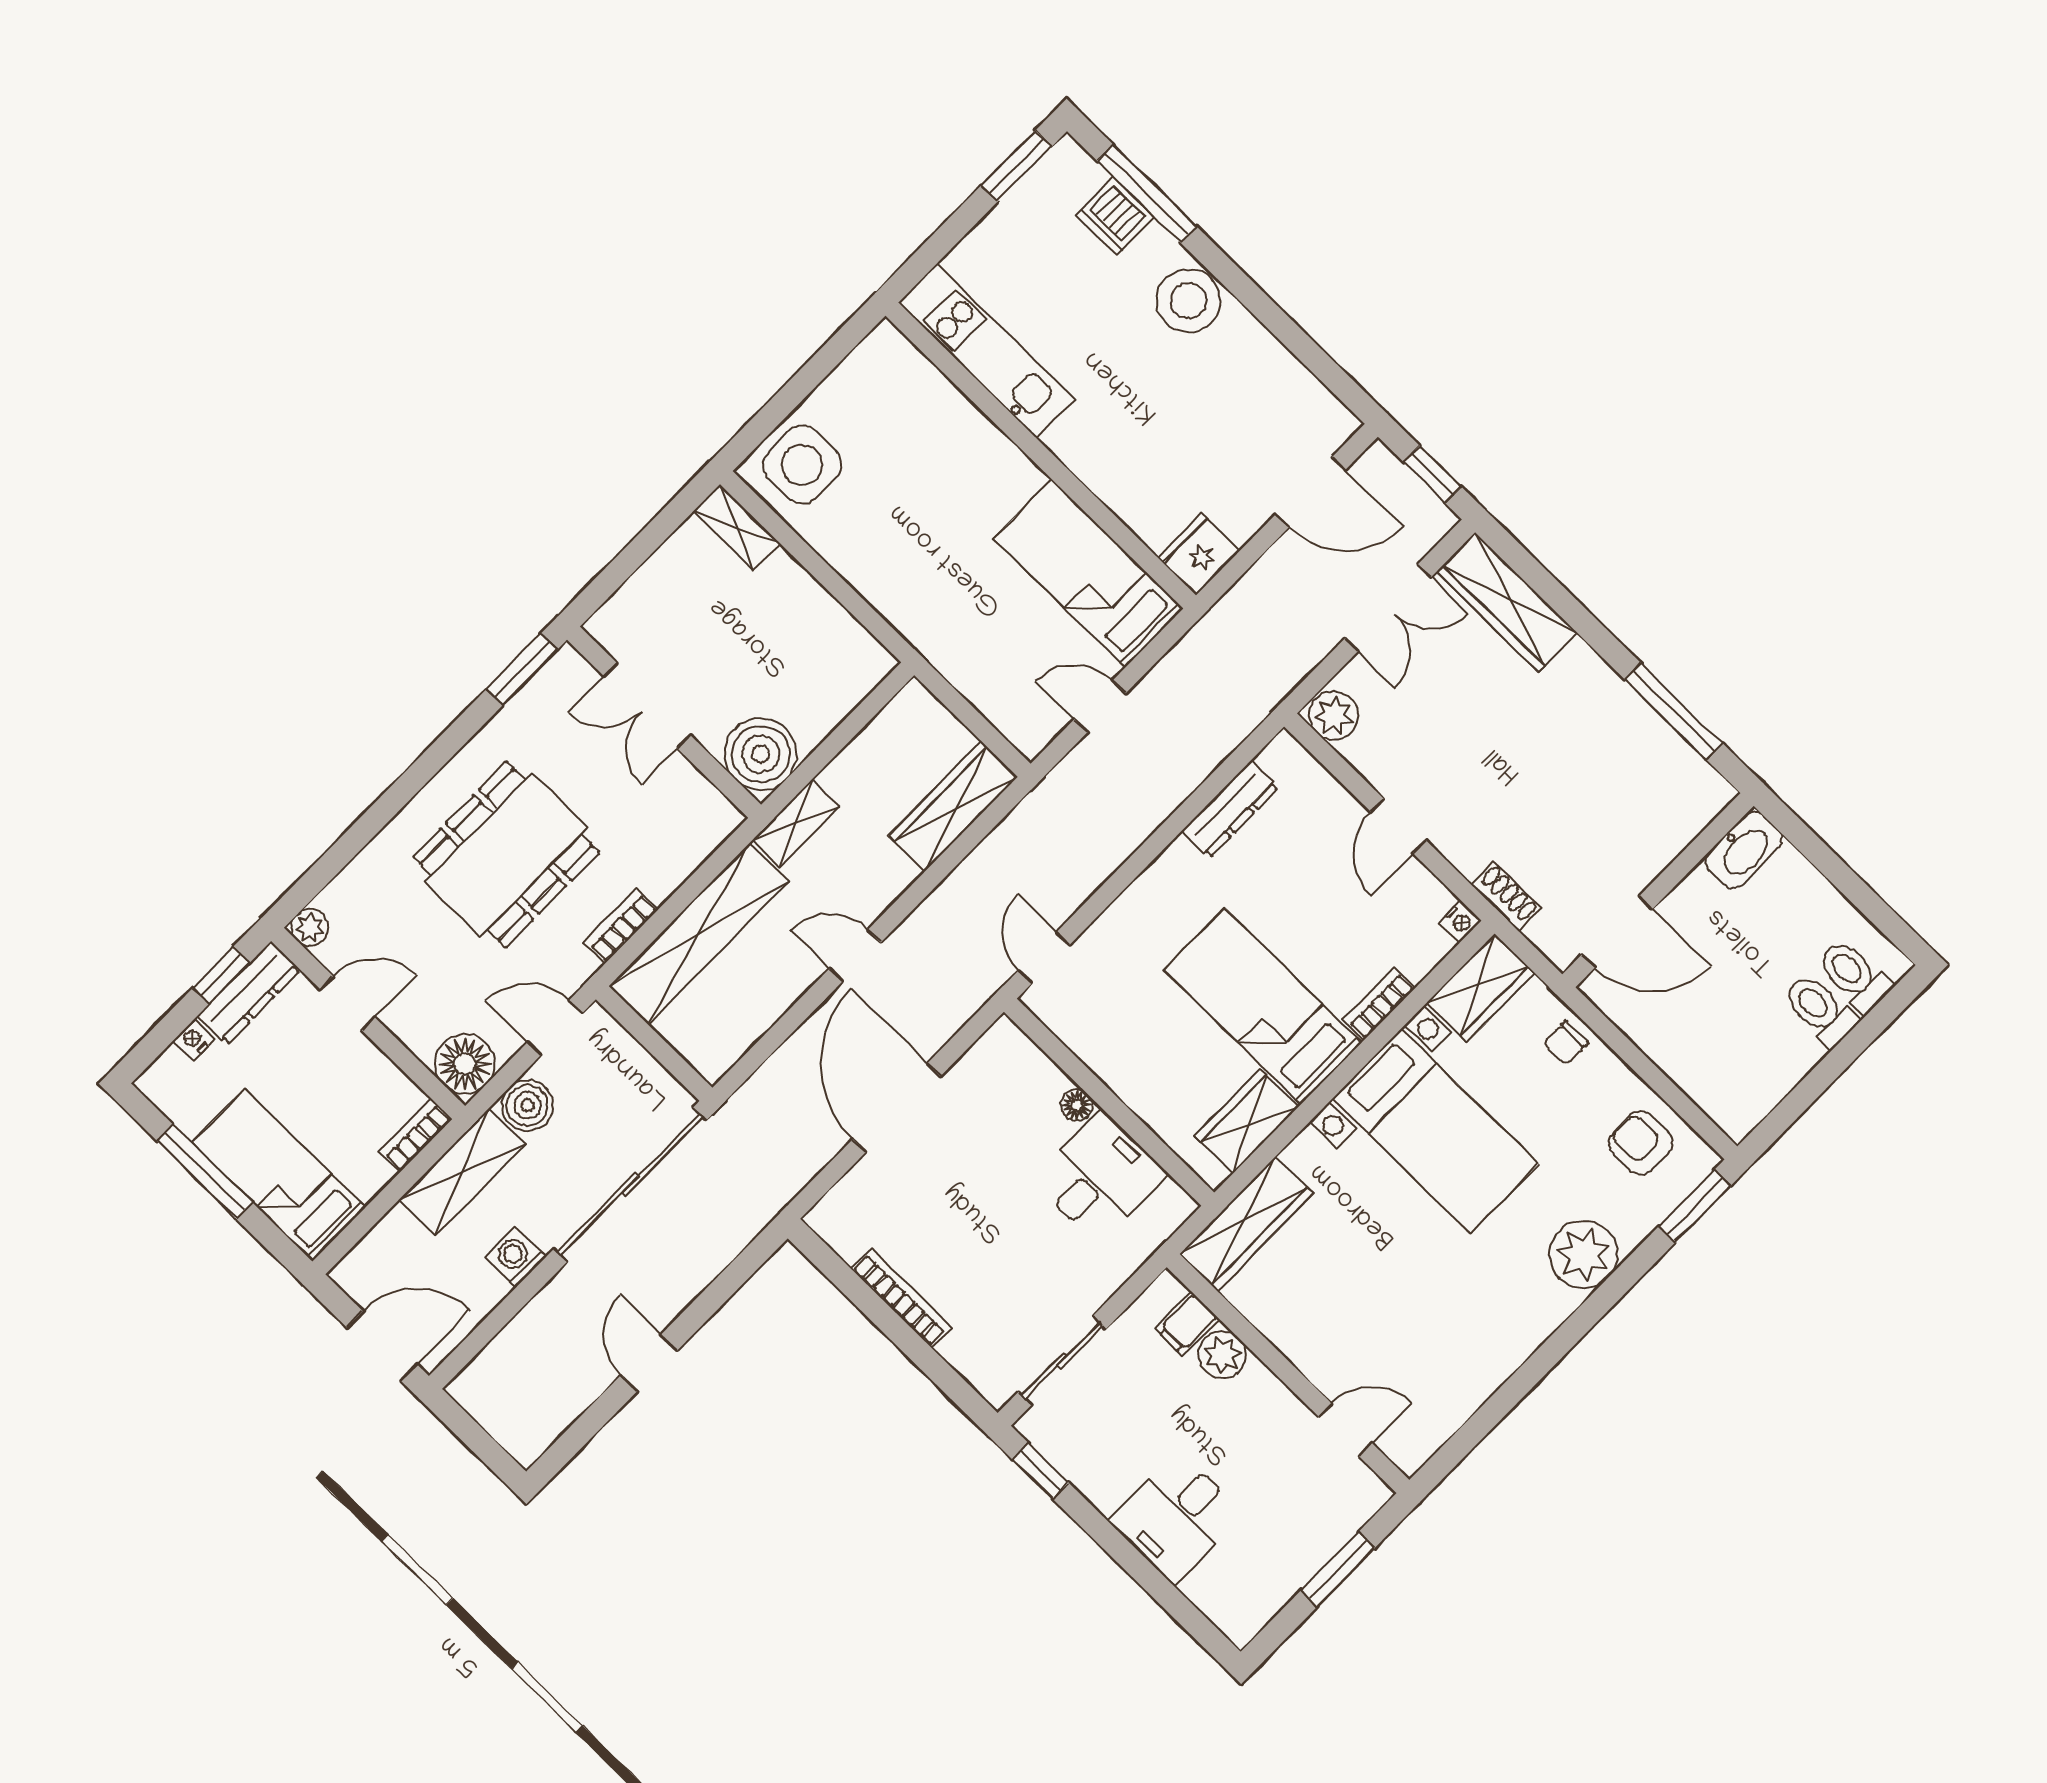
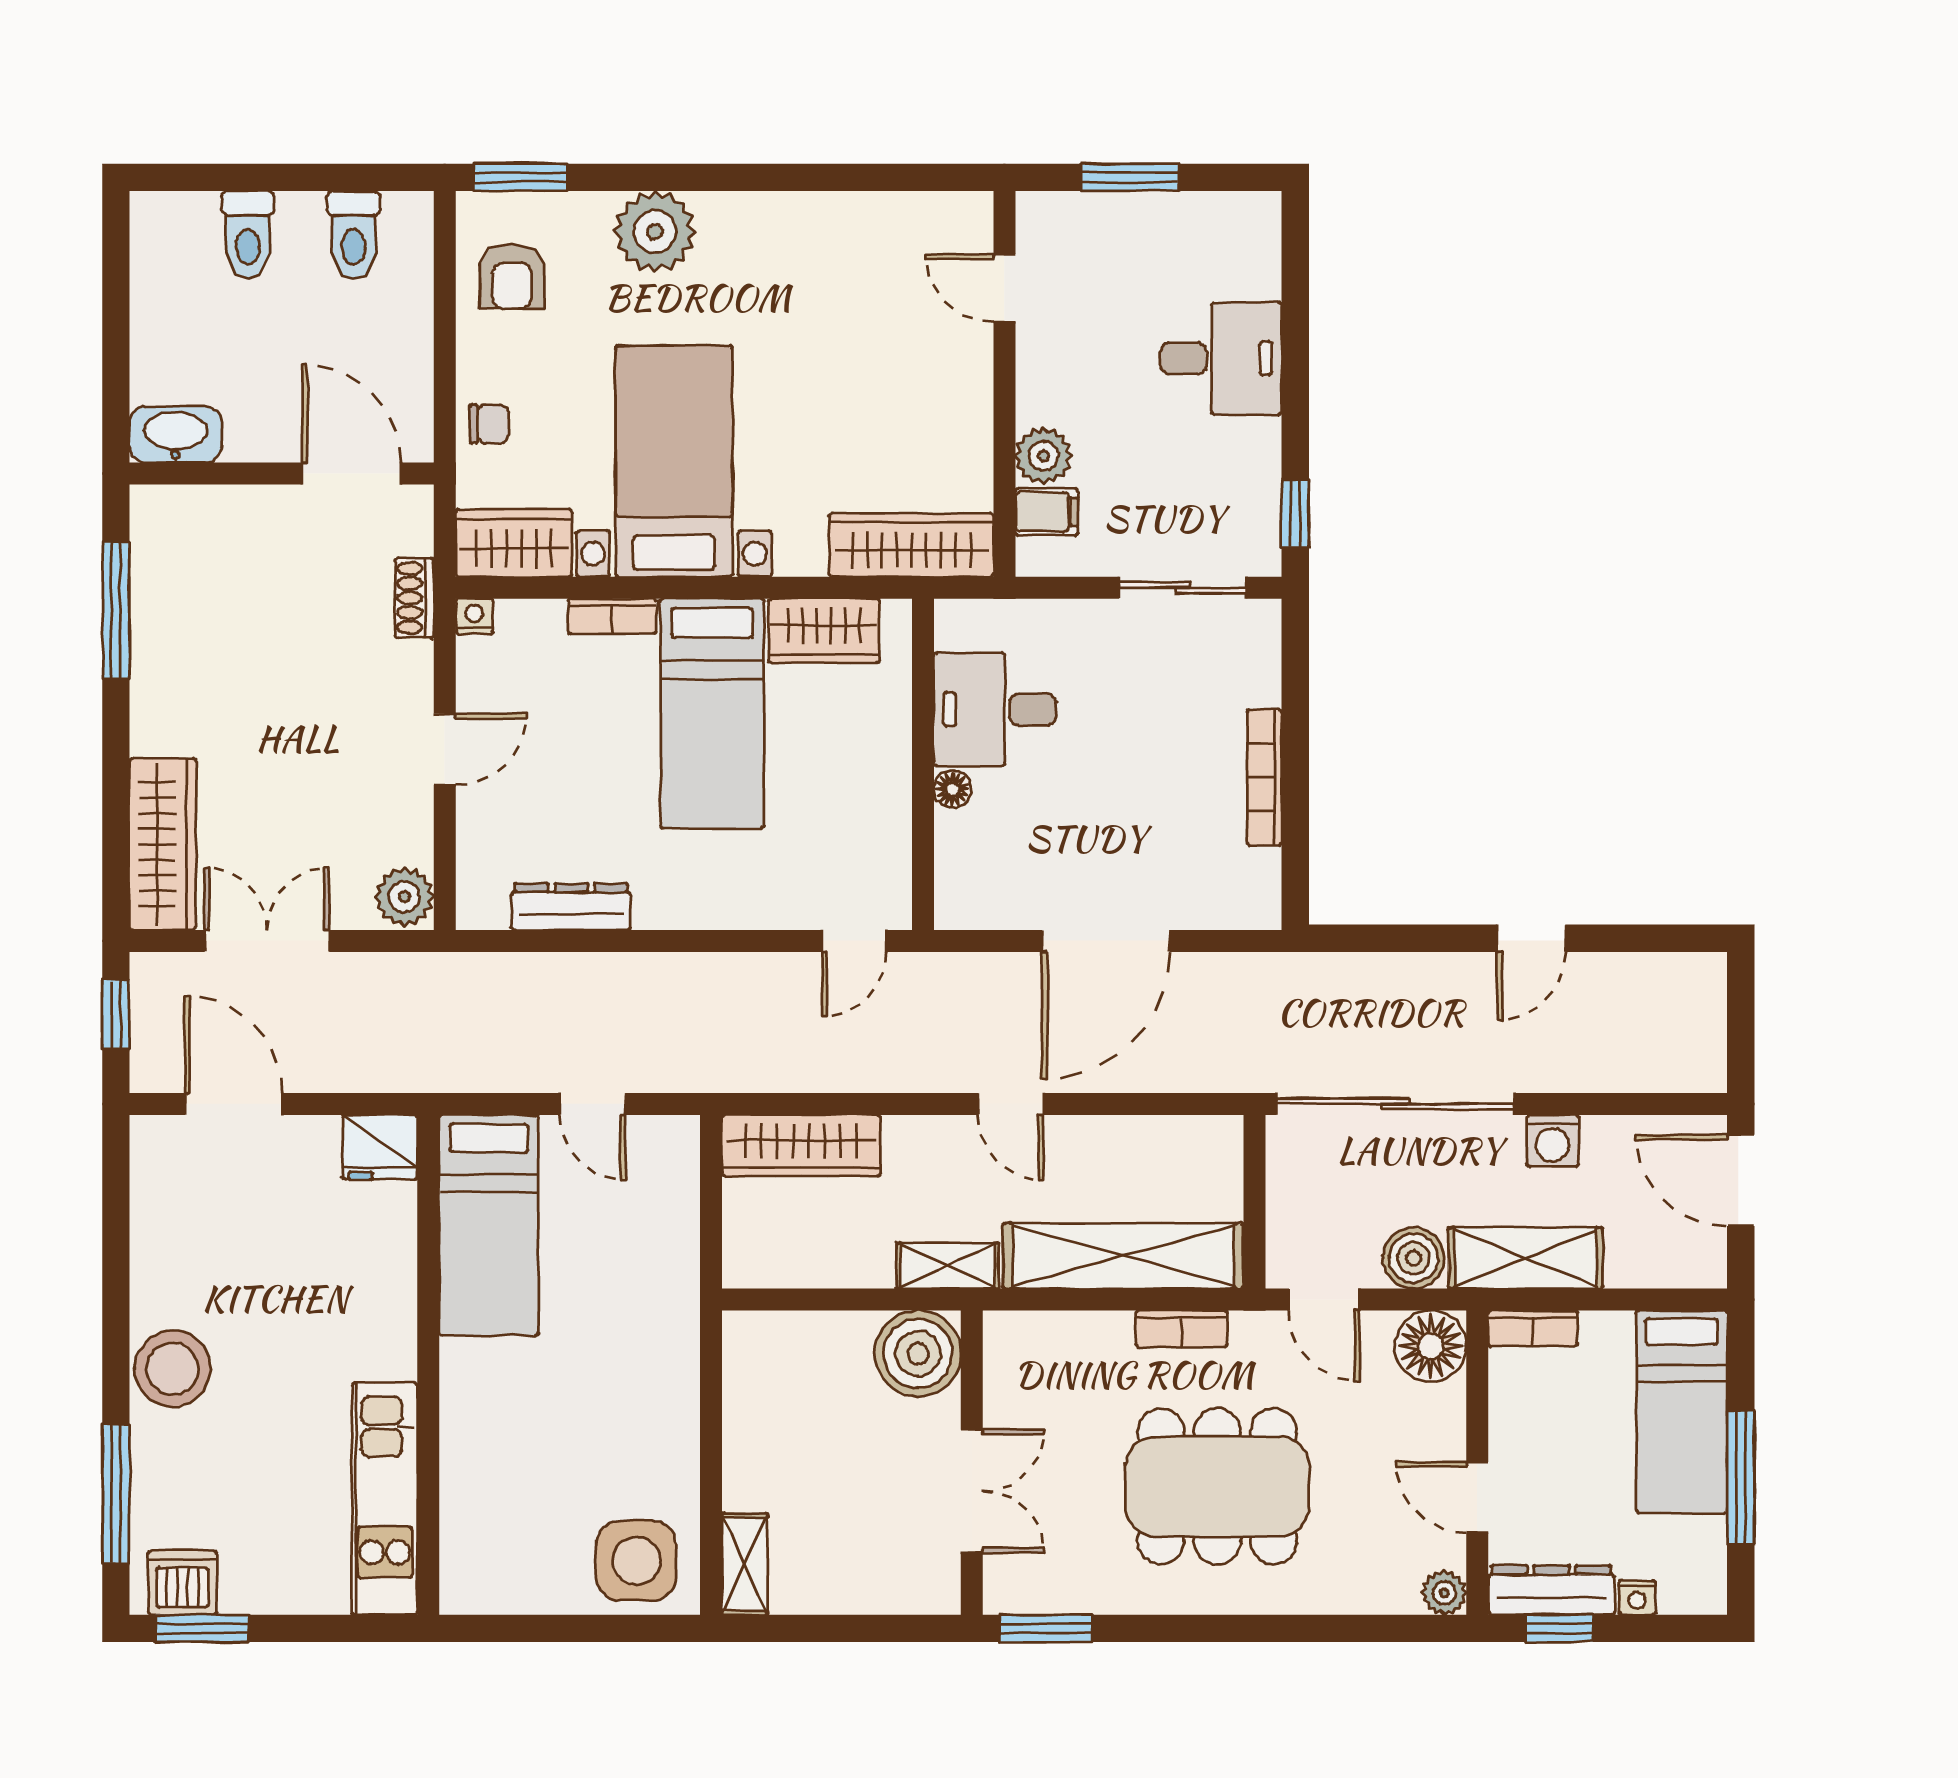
dishwasher: (1115, 216) -> (182, 1583), moved, turned -90
toilet: (1854, 976) -> (353, 235), moved

